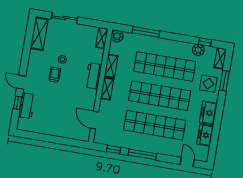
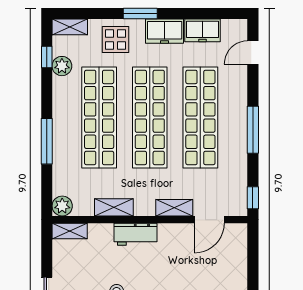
window: (146, 32) -> (47, 141), moved
window: (224, 81) -> (140, 13), moved
shelving: (107, 89) -> (174, 208), moved
window: (114, 149) -> (253, 198), moved

